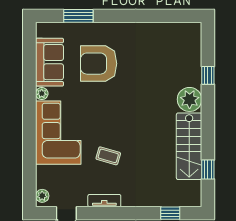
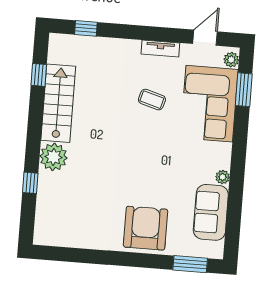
window: (78, 16) -> (190, 264), moved
armchair: (99, 64) -> (146, 228), moved, turned -90
corner sofa: (58, 133) -> (209, 104), moved
window: (29, 171) -> (244, 90), added

